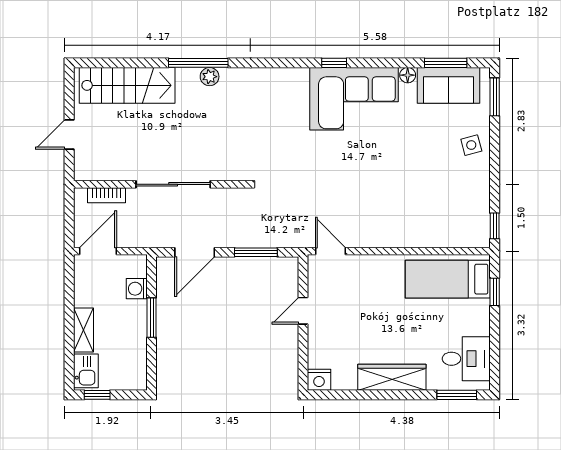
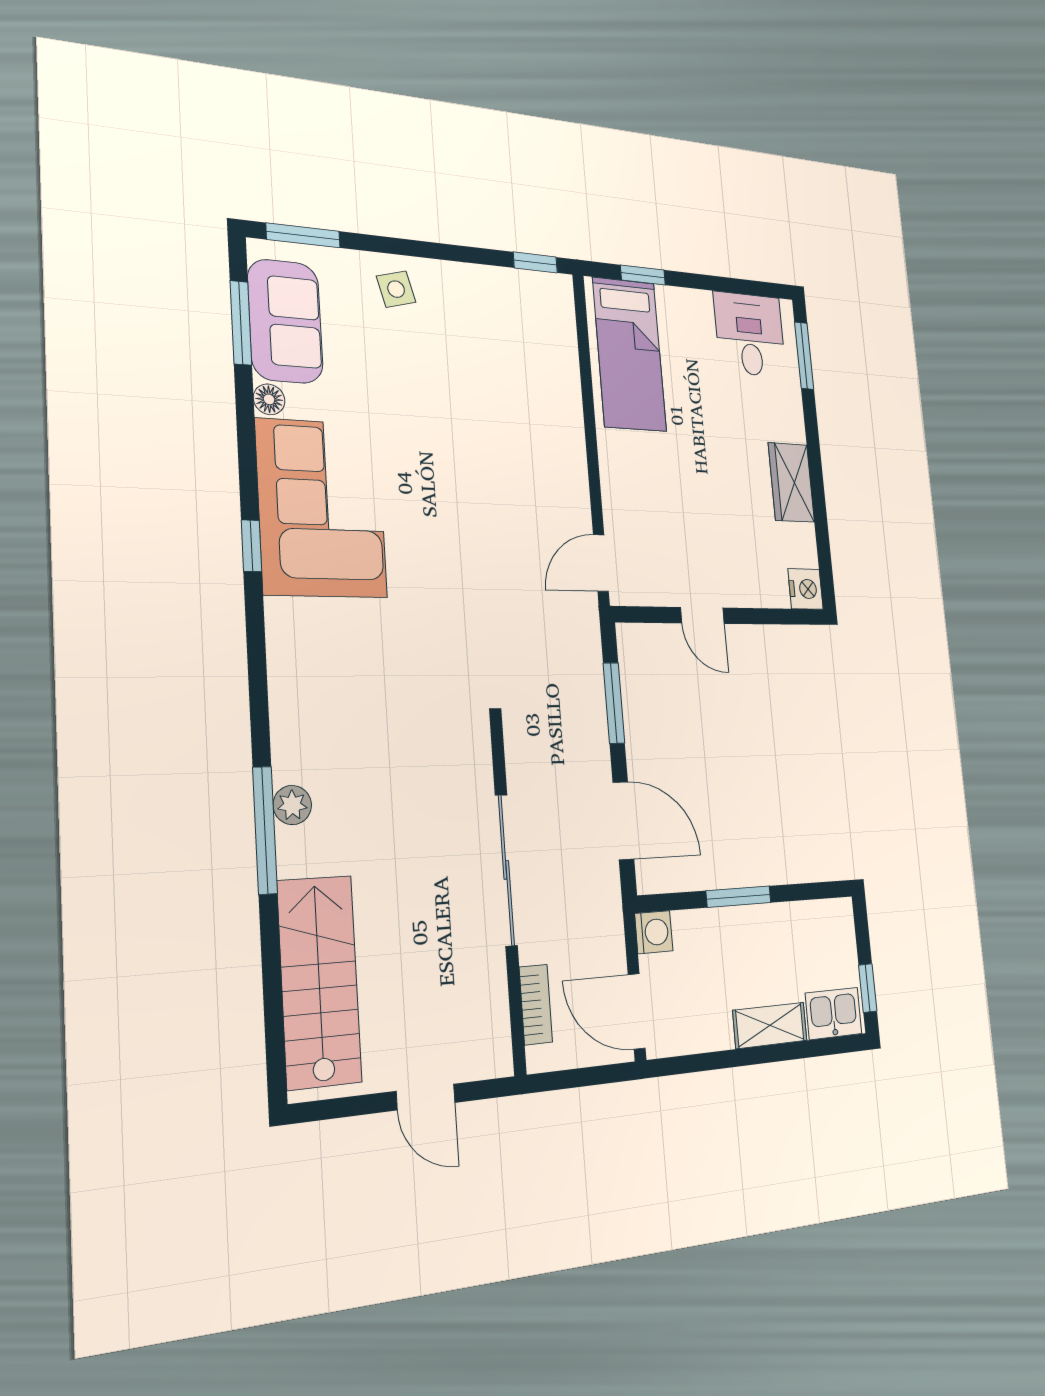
washing machine: (137, 289) -> (654, 932), moved, turned -90
wardrobe: (392, 377) -> (791, 482), width x0.67

